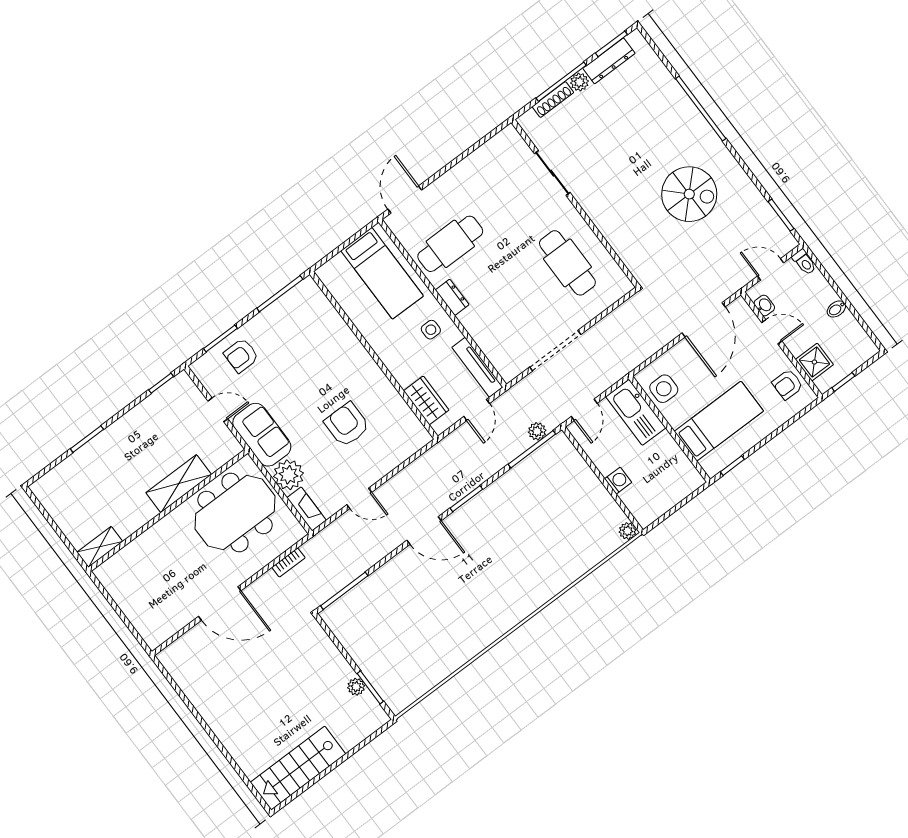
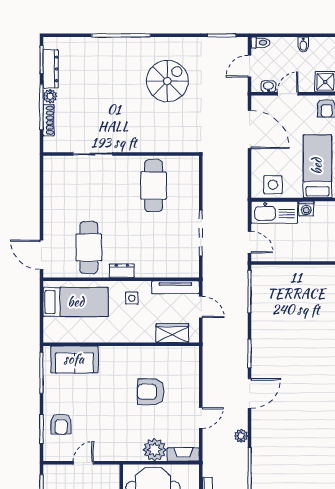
cafe table: (567, 263) -> (154, 186), turned 90
plant: (537, 431) -> (241, 436), moved
sofa: (262, 435) -> (74, 359), moved, turned 180
washing machine: (618, 481) -> (306, 209), moved, turned 180

